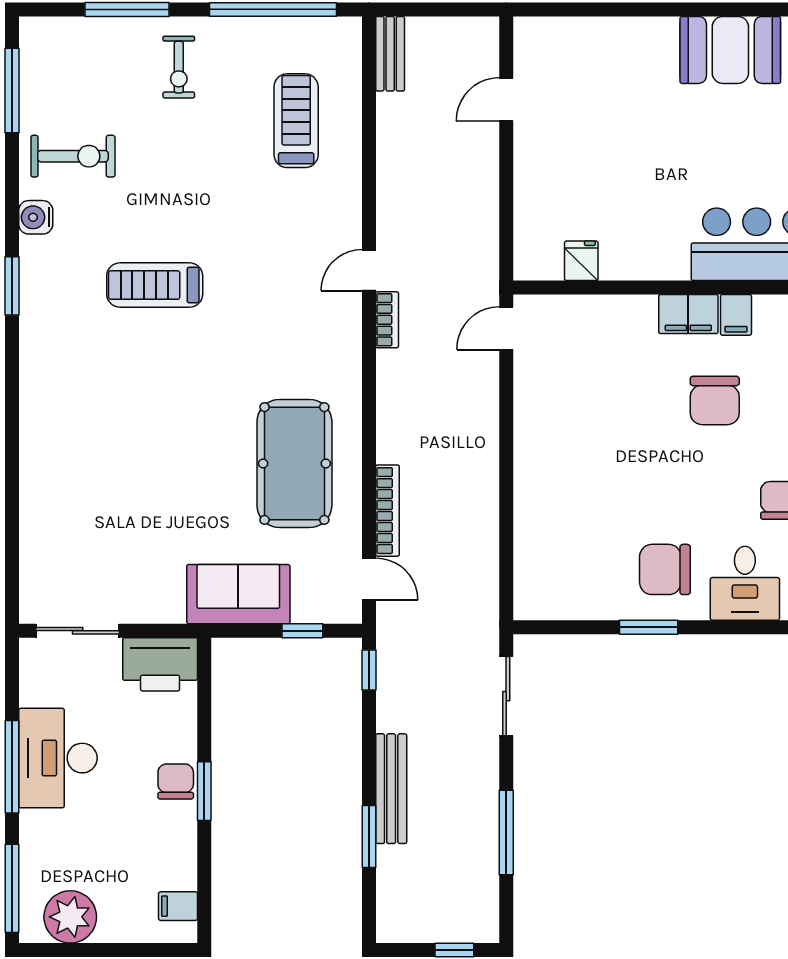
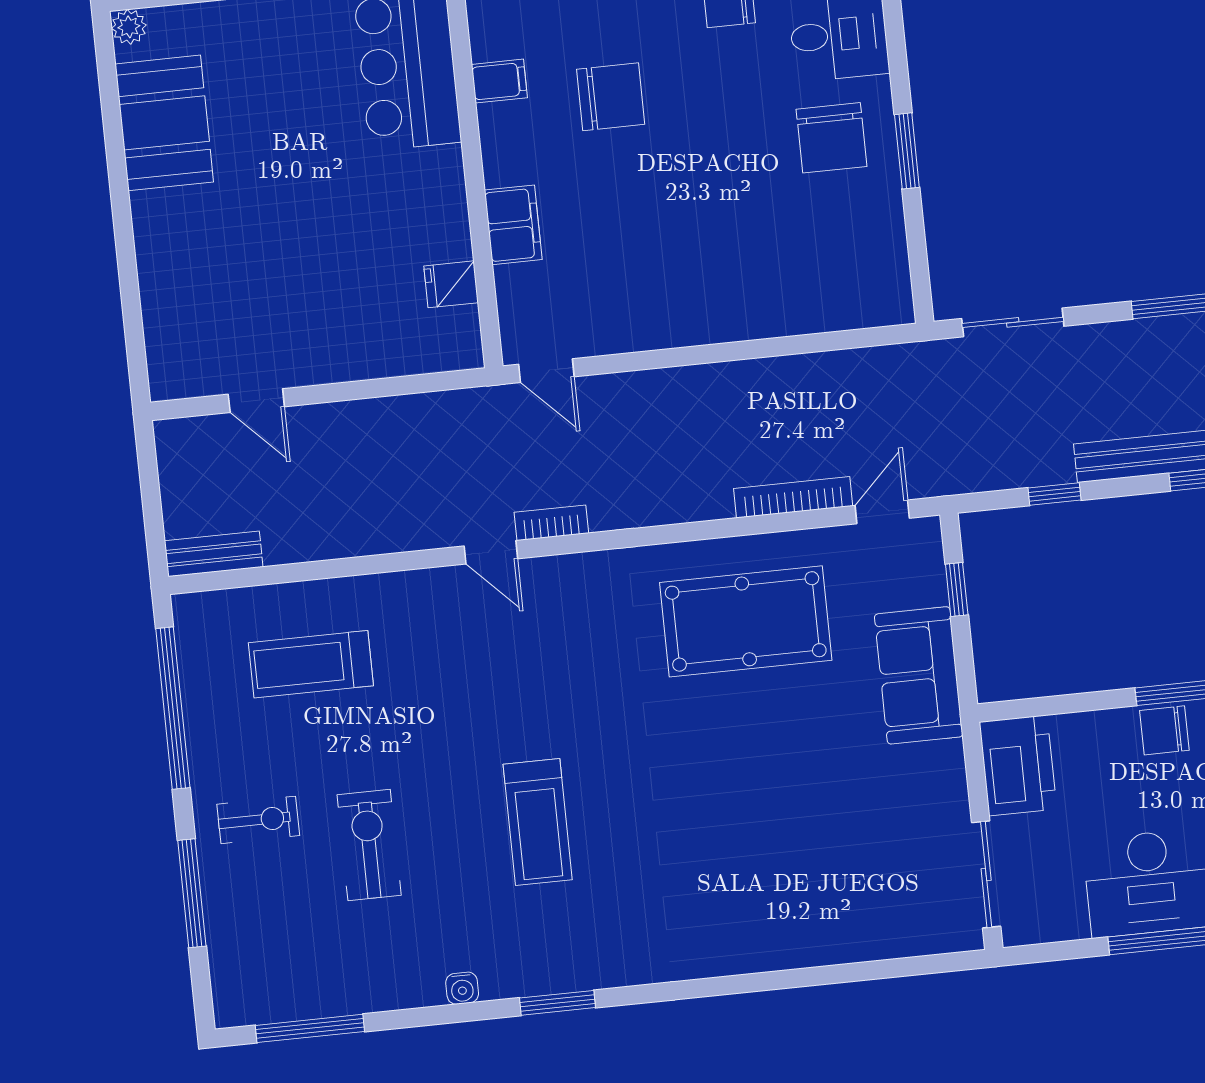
exercise bike: (73, 156) -> (369, 845), moved
water cooler: (36, 217) -> (462, 988), width x0.72, depth x0.72
filing cabinet: (688, 314) -> (513, 225), moved
window: (369, 670) -> (1054, 494), moved

